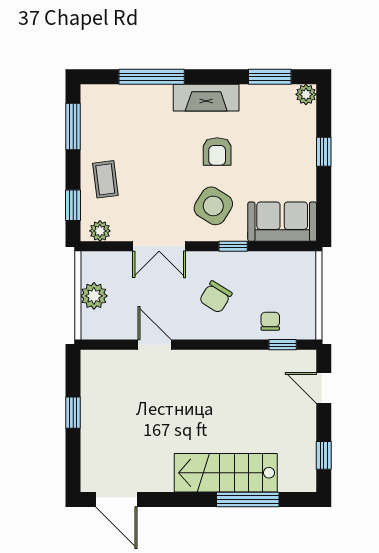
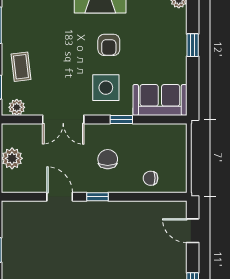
side table: (213, 206) -> (106, 88), turned -32
chair: (216, 297) -> (108, 159), turned 148
chair: (270, 321) -> (151, 178), turned -90
window: (283, 345) -> (97, 197), moved

